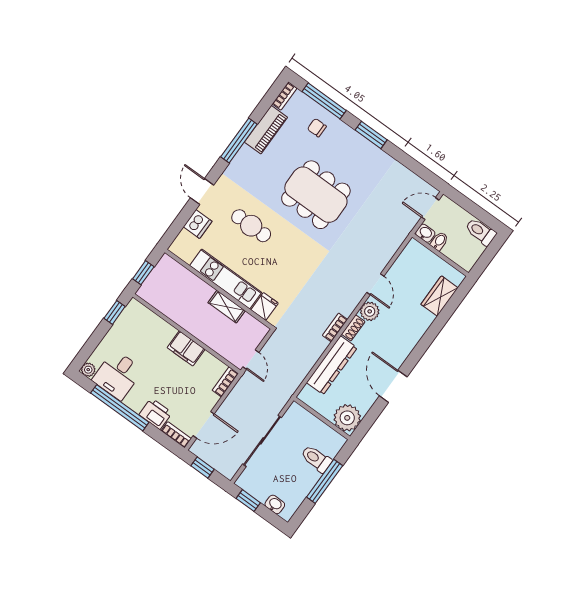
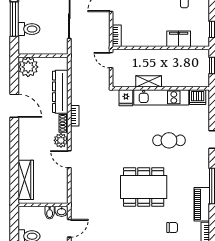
dishwasher: (198, 224) -> (198, 97), moved, turned -90
wardrobe: (439, 296) -> (26, 180), width x1.50
filing cabinet: (186, 348) -> (179, 39), moved

